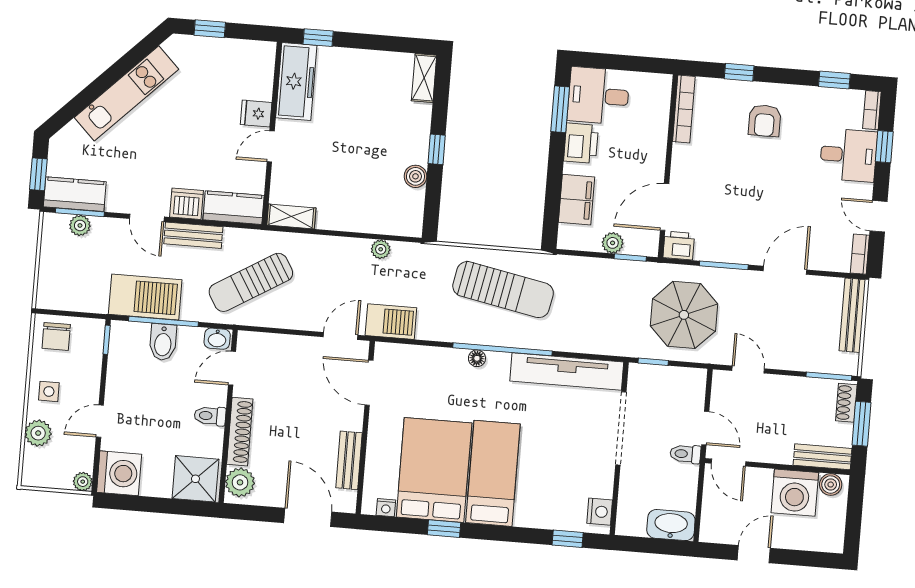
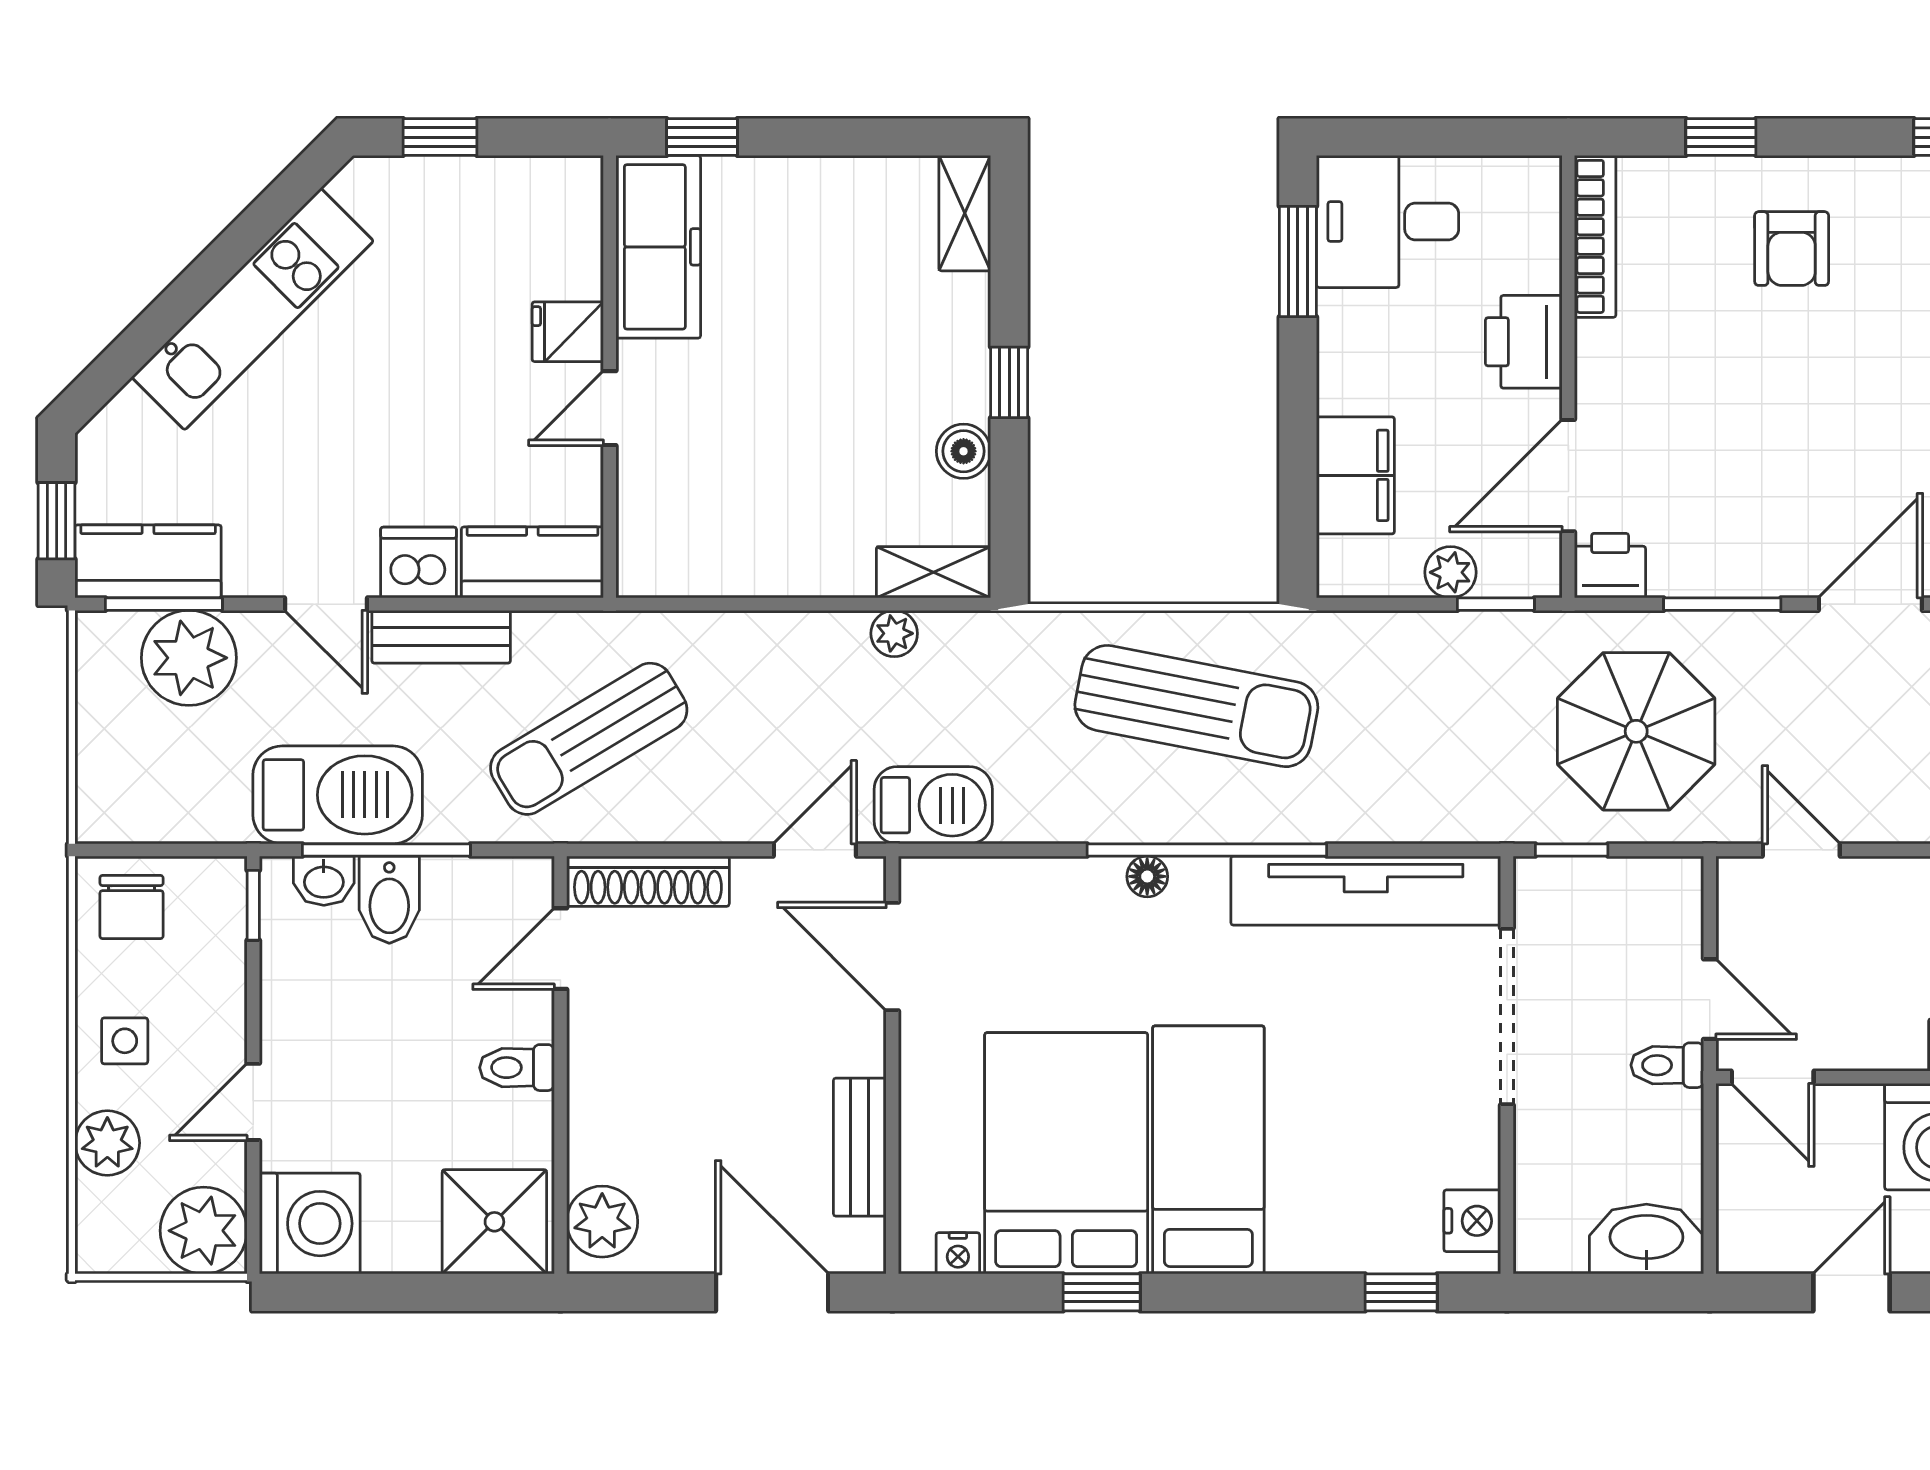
printer: (581, 143) -> (1524, 342), moved, turned 180
shelving: (291, 216) -> (933, 572), moved
plant: (80, 225) -> (189, 658), width x1.87, depth x1.87
washbasin: (217, 339) -> (324, 881), moved
shoe rack: (240, 432) -> (648, 881), moved, turned 90
plant: (83, 482) -> (204, 1231), width x1.88, depth x1.88

